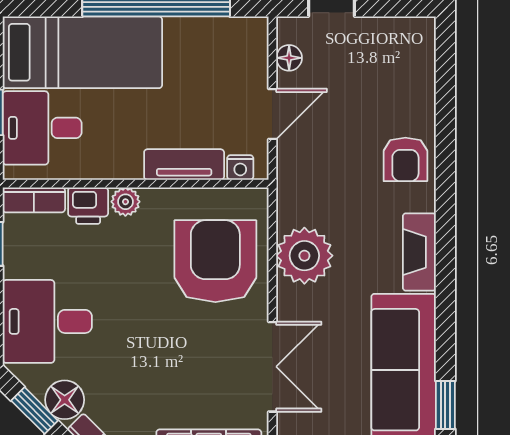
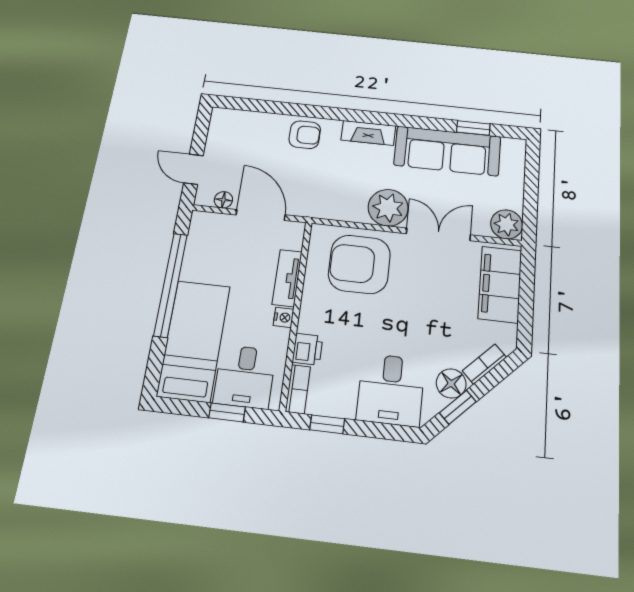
door: (272, 114) -> (261, 215), width x1.38
nightstand: (240, 167) -> (284, 317), moved
plant: (125, 202) -> (308, 322), removed
plant: (304, 256) -> (388, 208), moved

